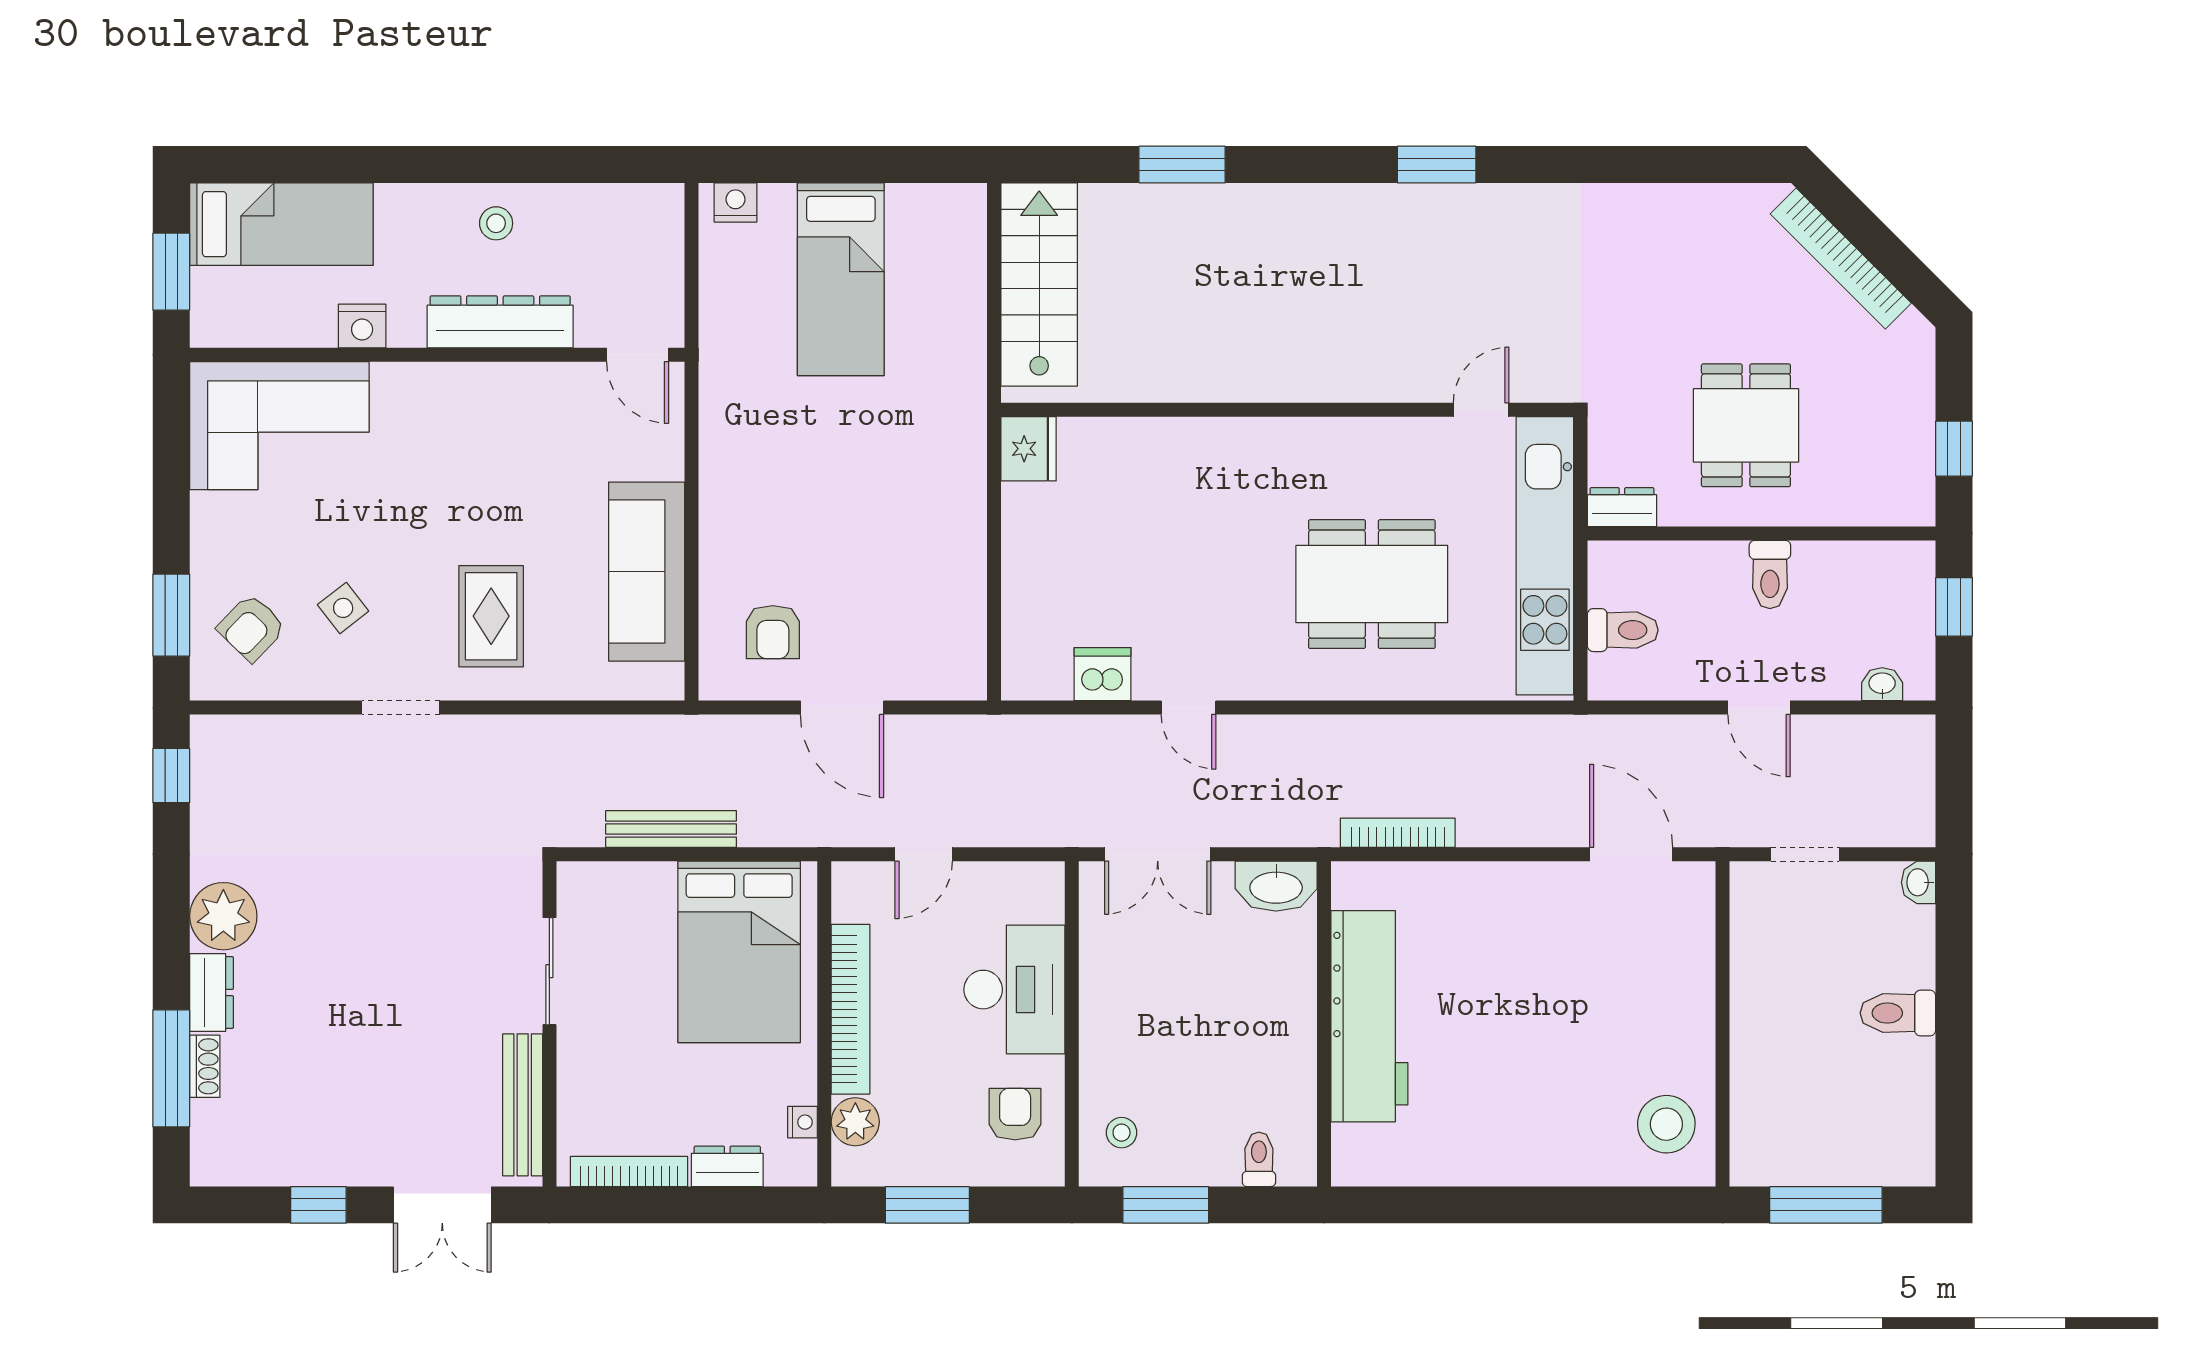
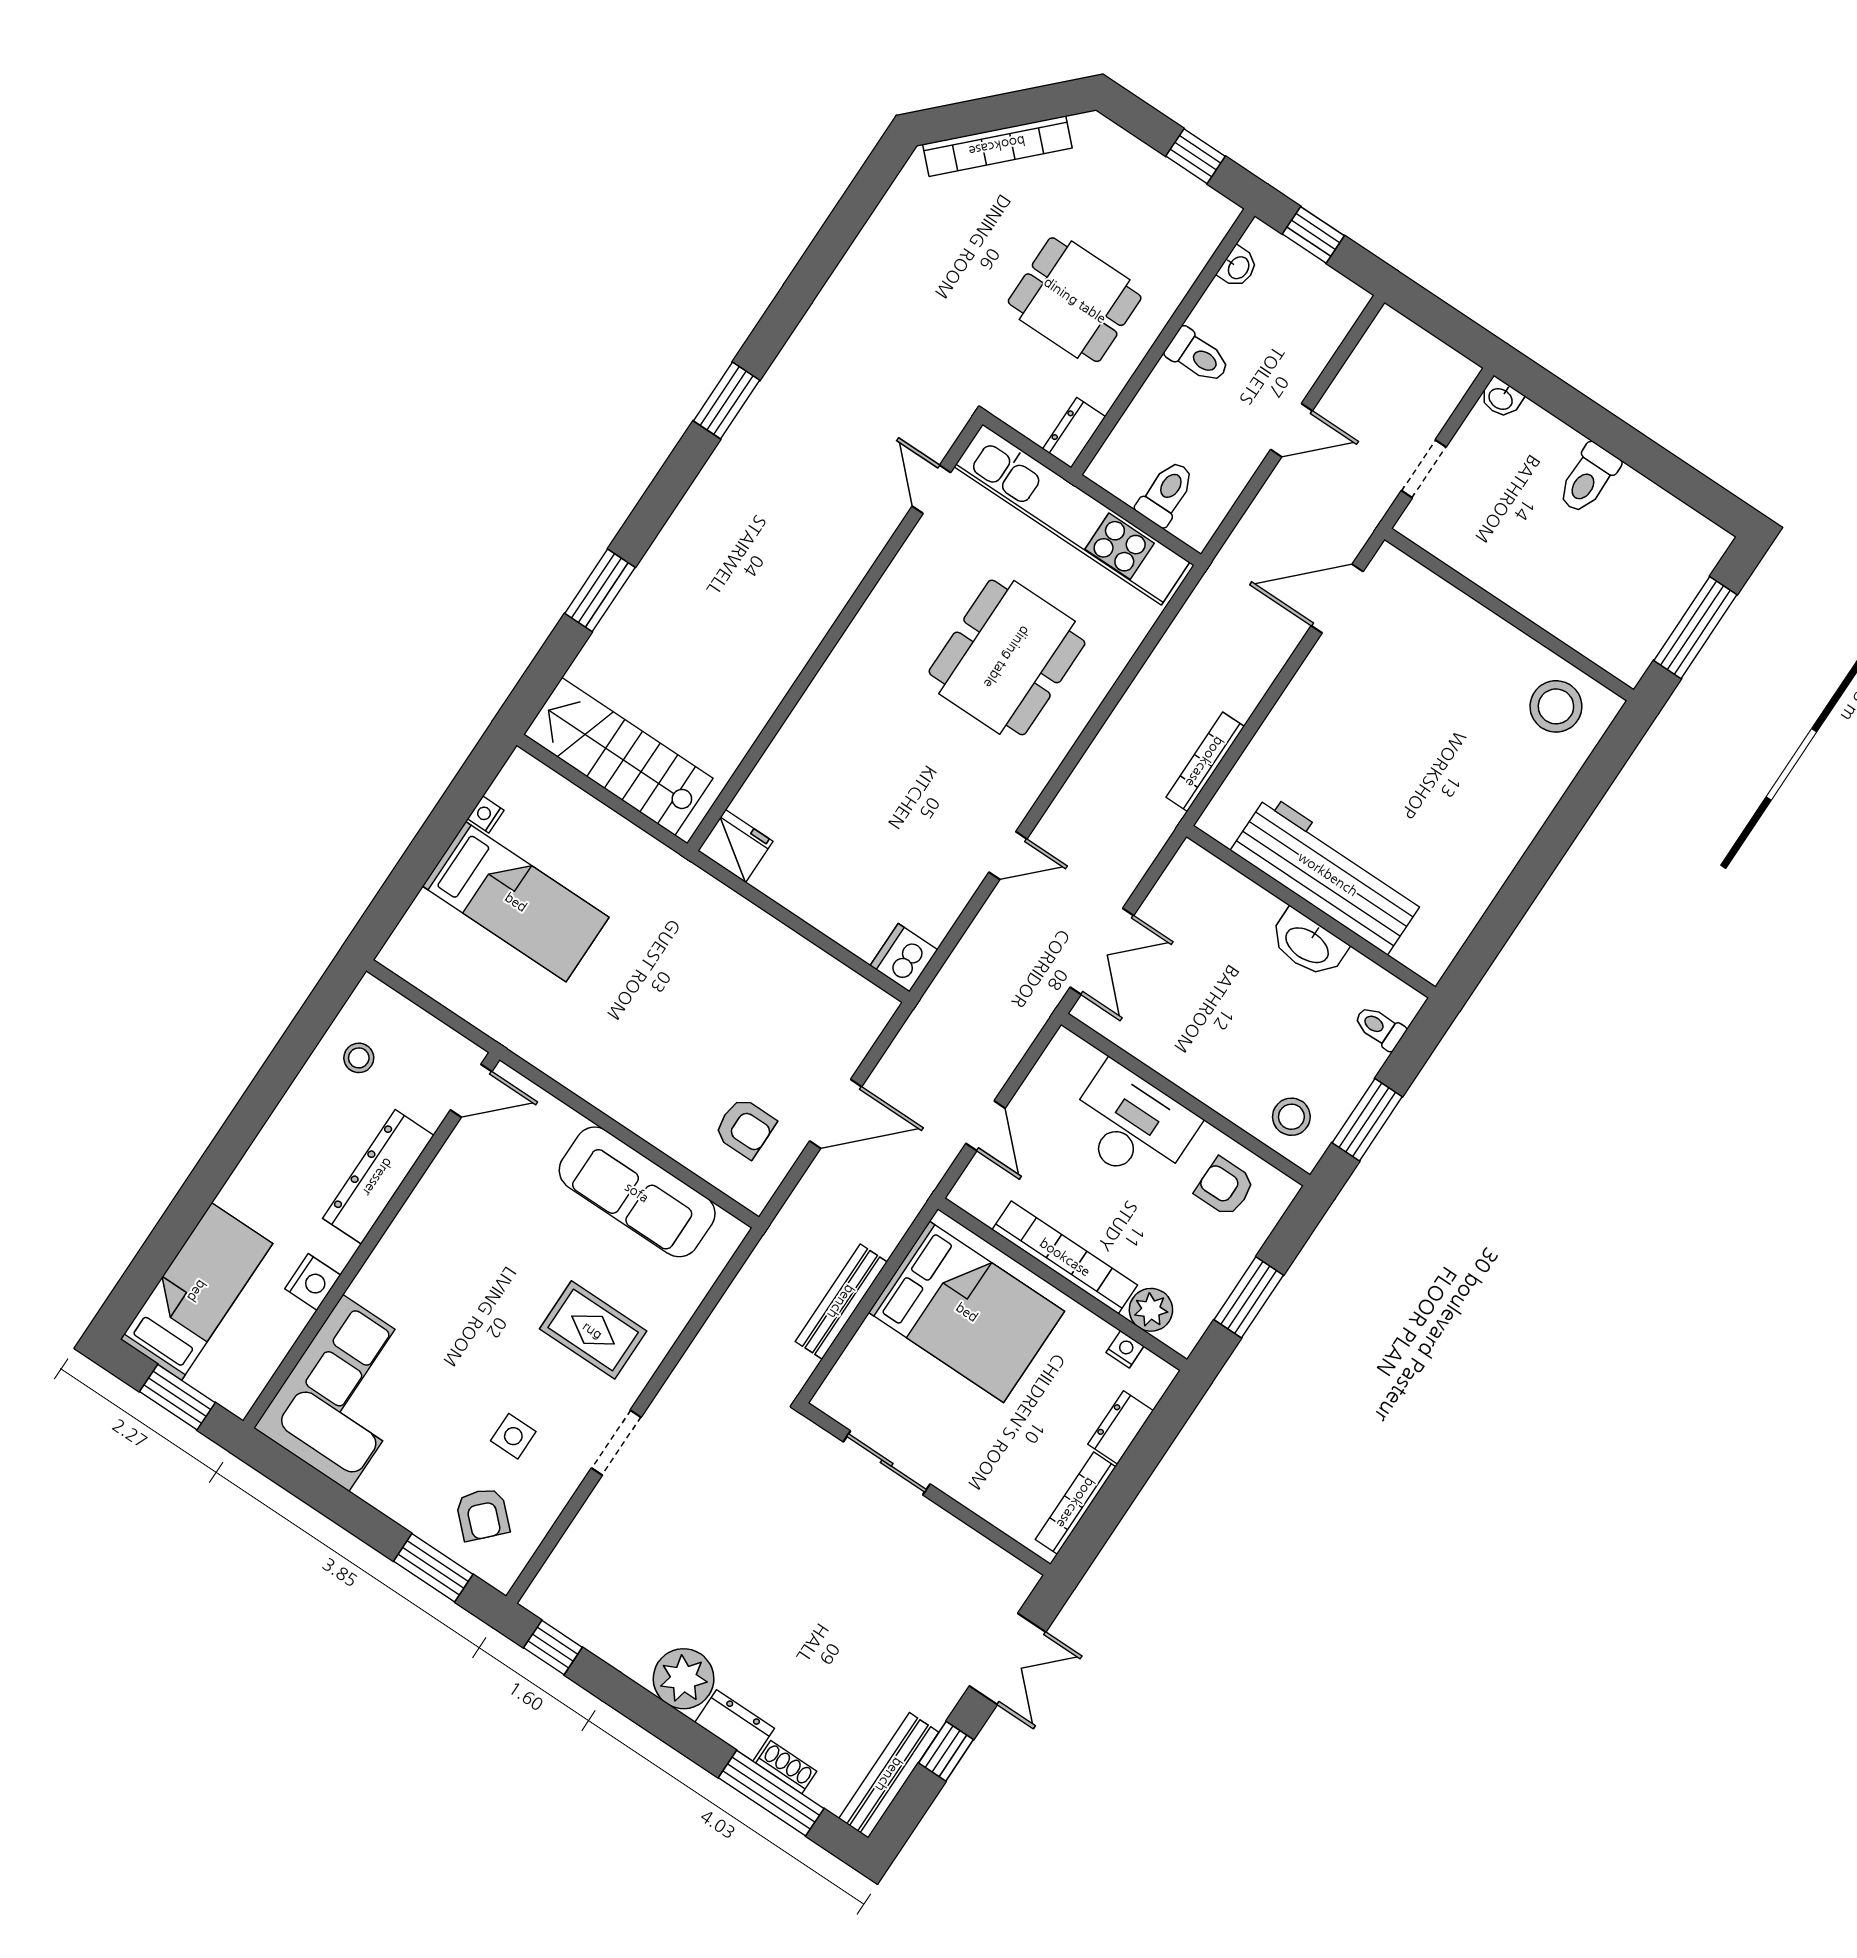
nightstand: (735, 202) -> (486, 815), moved, width x0.72, depth x0.74
stool: (496, 223) -> (359, 1058), moved
side table: (343, 608) -> (513, 1436), turned 38
dishwasher: (1103, 674) -> (904, 958), moved
washbasin: (1882, 684) -> (1238, 267), moved, turned 180
washbasin: (1276, 886) -> (1308, 944), moved, turned 90
bench: (523, 1105) -> (889, 1775), moved, turned 90
stool: (1122, 1133) -> (1291, 1117), width x1.37, depth x1.37

